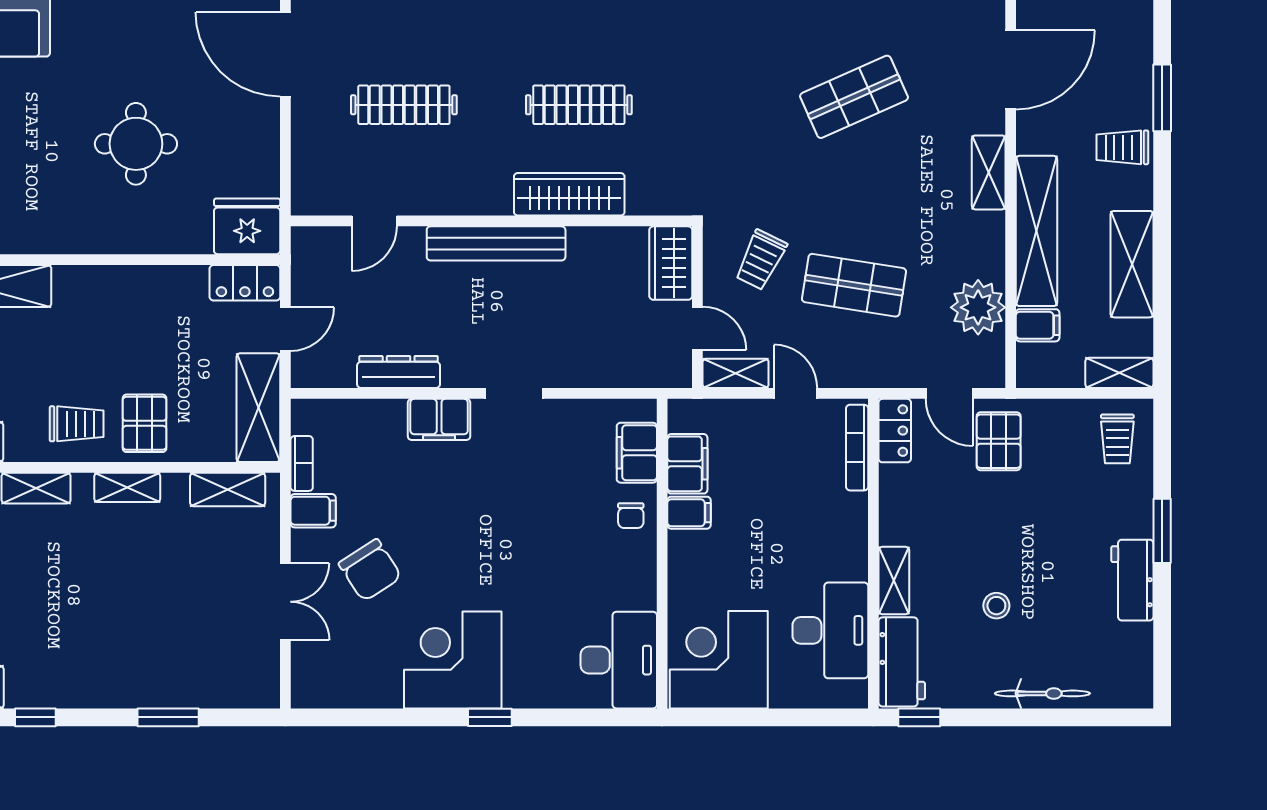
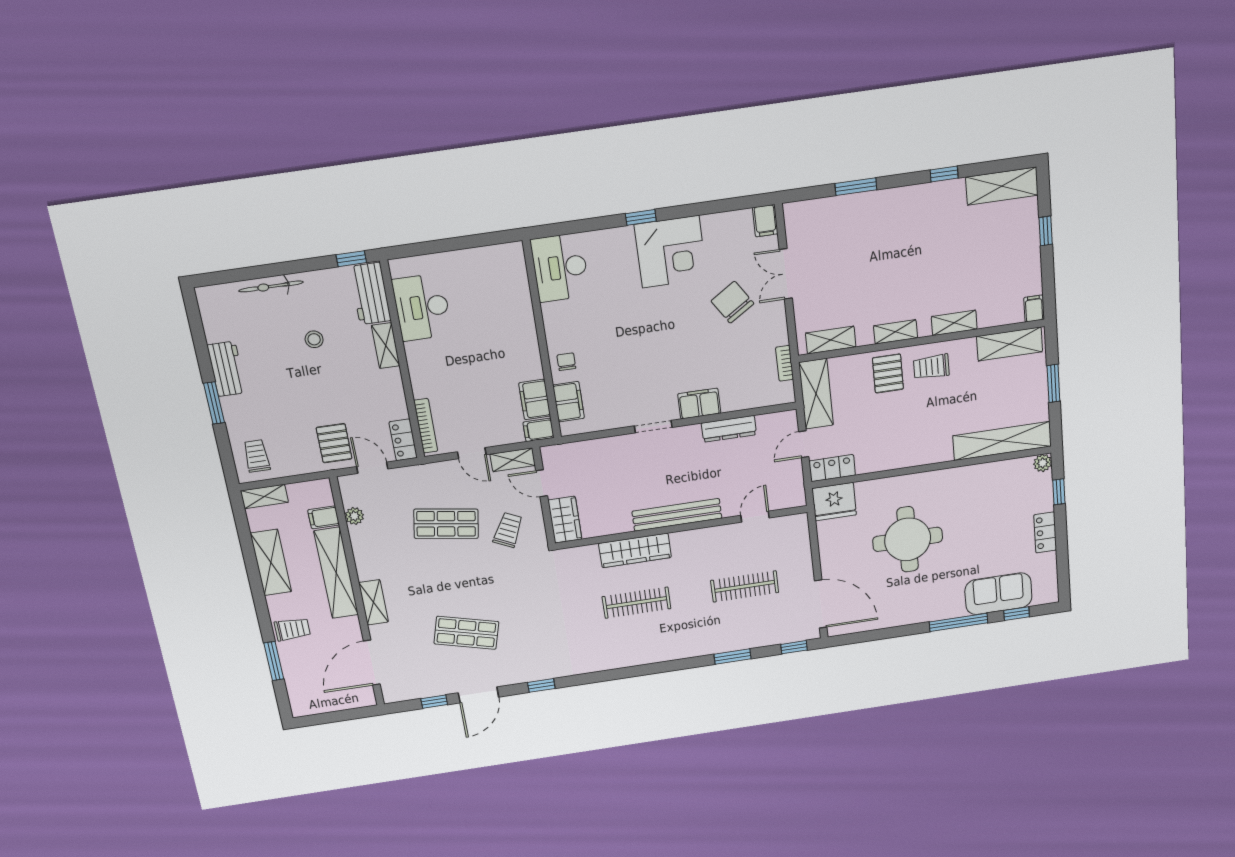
shop shelf: (854, 97) -> (466, 633), turned 39
round table: (136, 144) -> (908, 539), width x1.36, depth x1.36
plant: (978, 307) -> (354, 516), width x0.53, depth x0.53
filing cabinet: (313, 511) -> (765, 221), moved, turned -90
filing cabinet: (689, 513) -> (538, 430), moved
corner desk: (719, 660) -> (493, 277), removed

